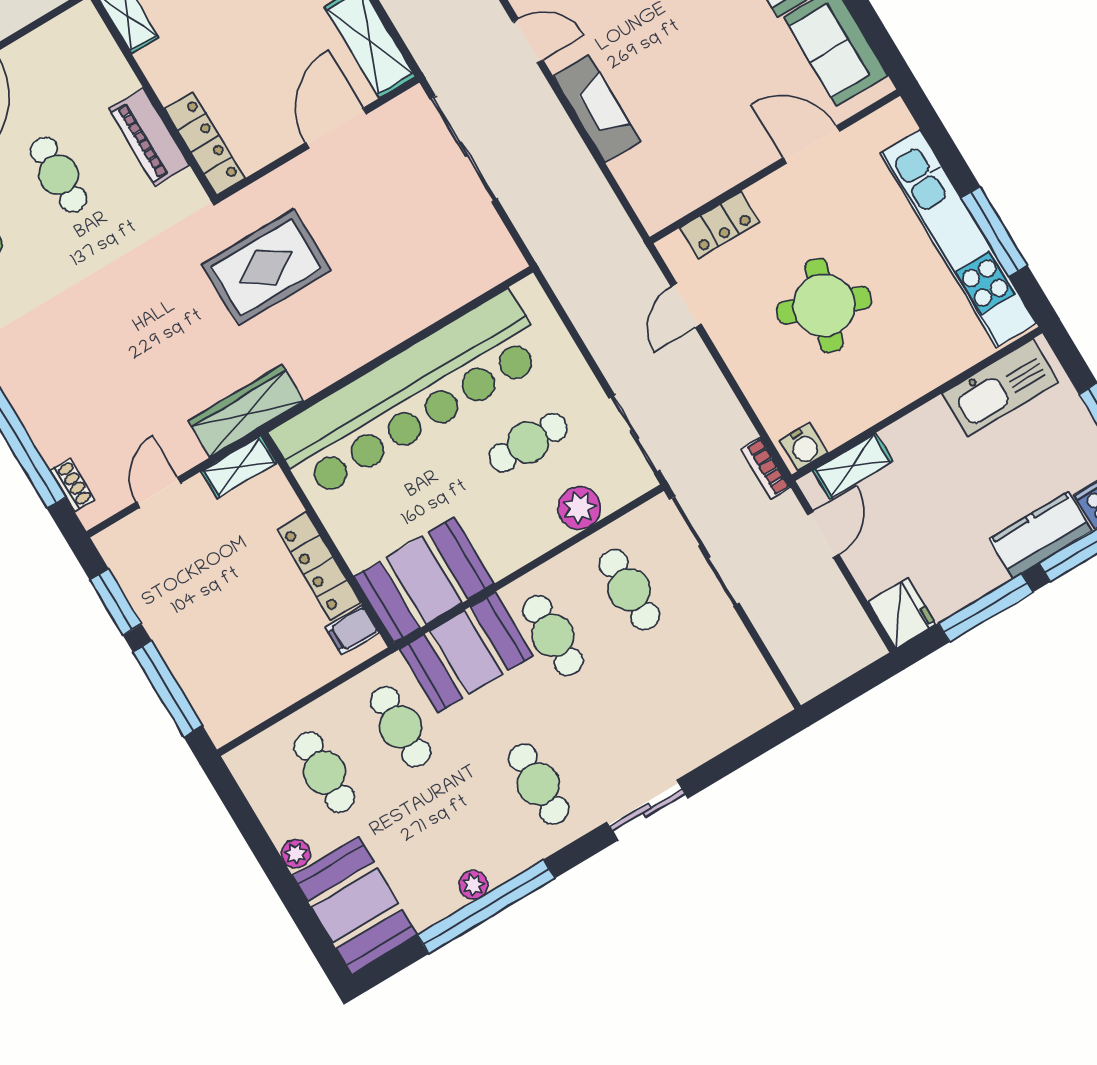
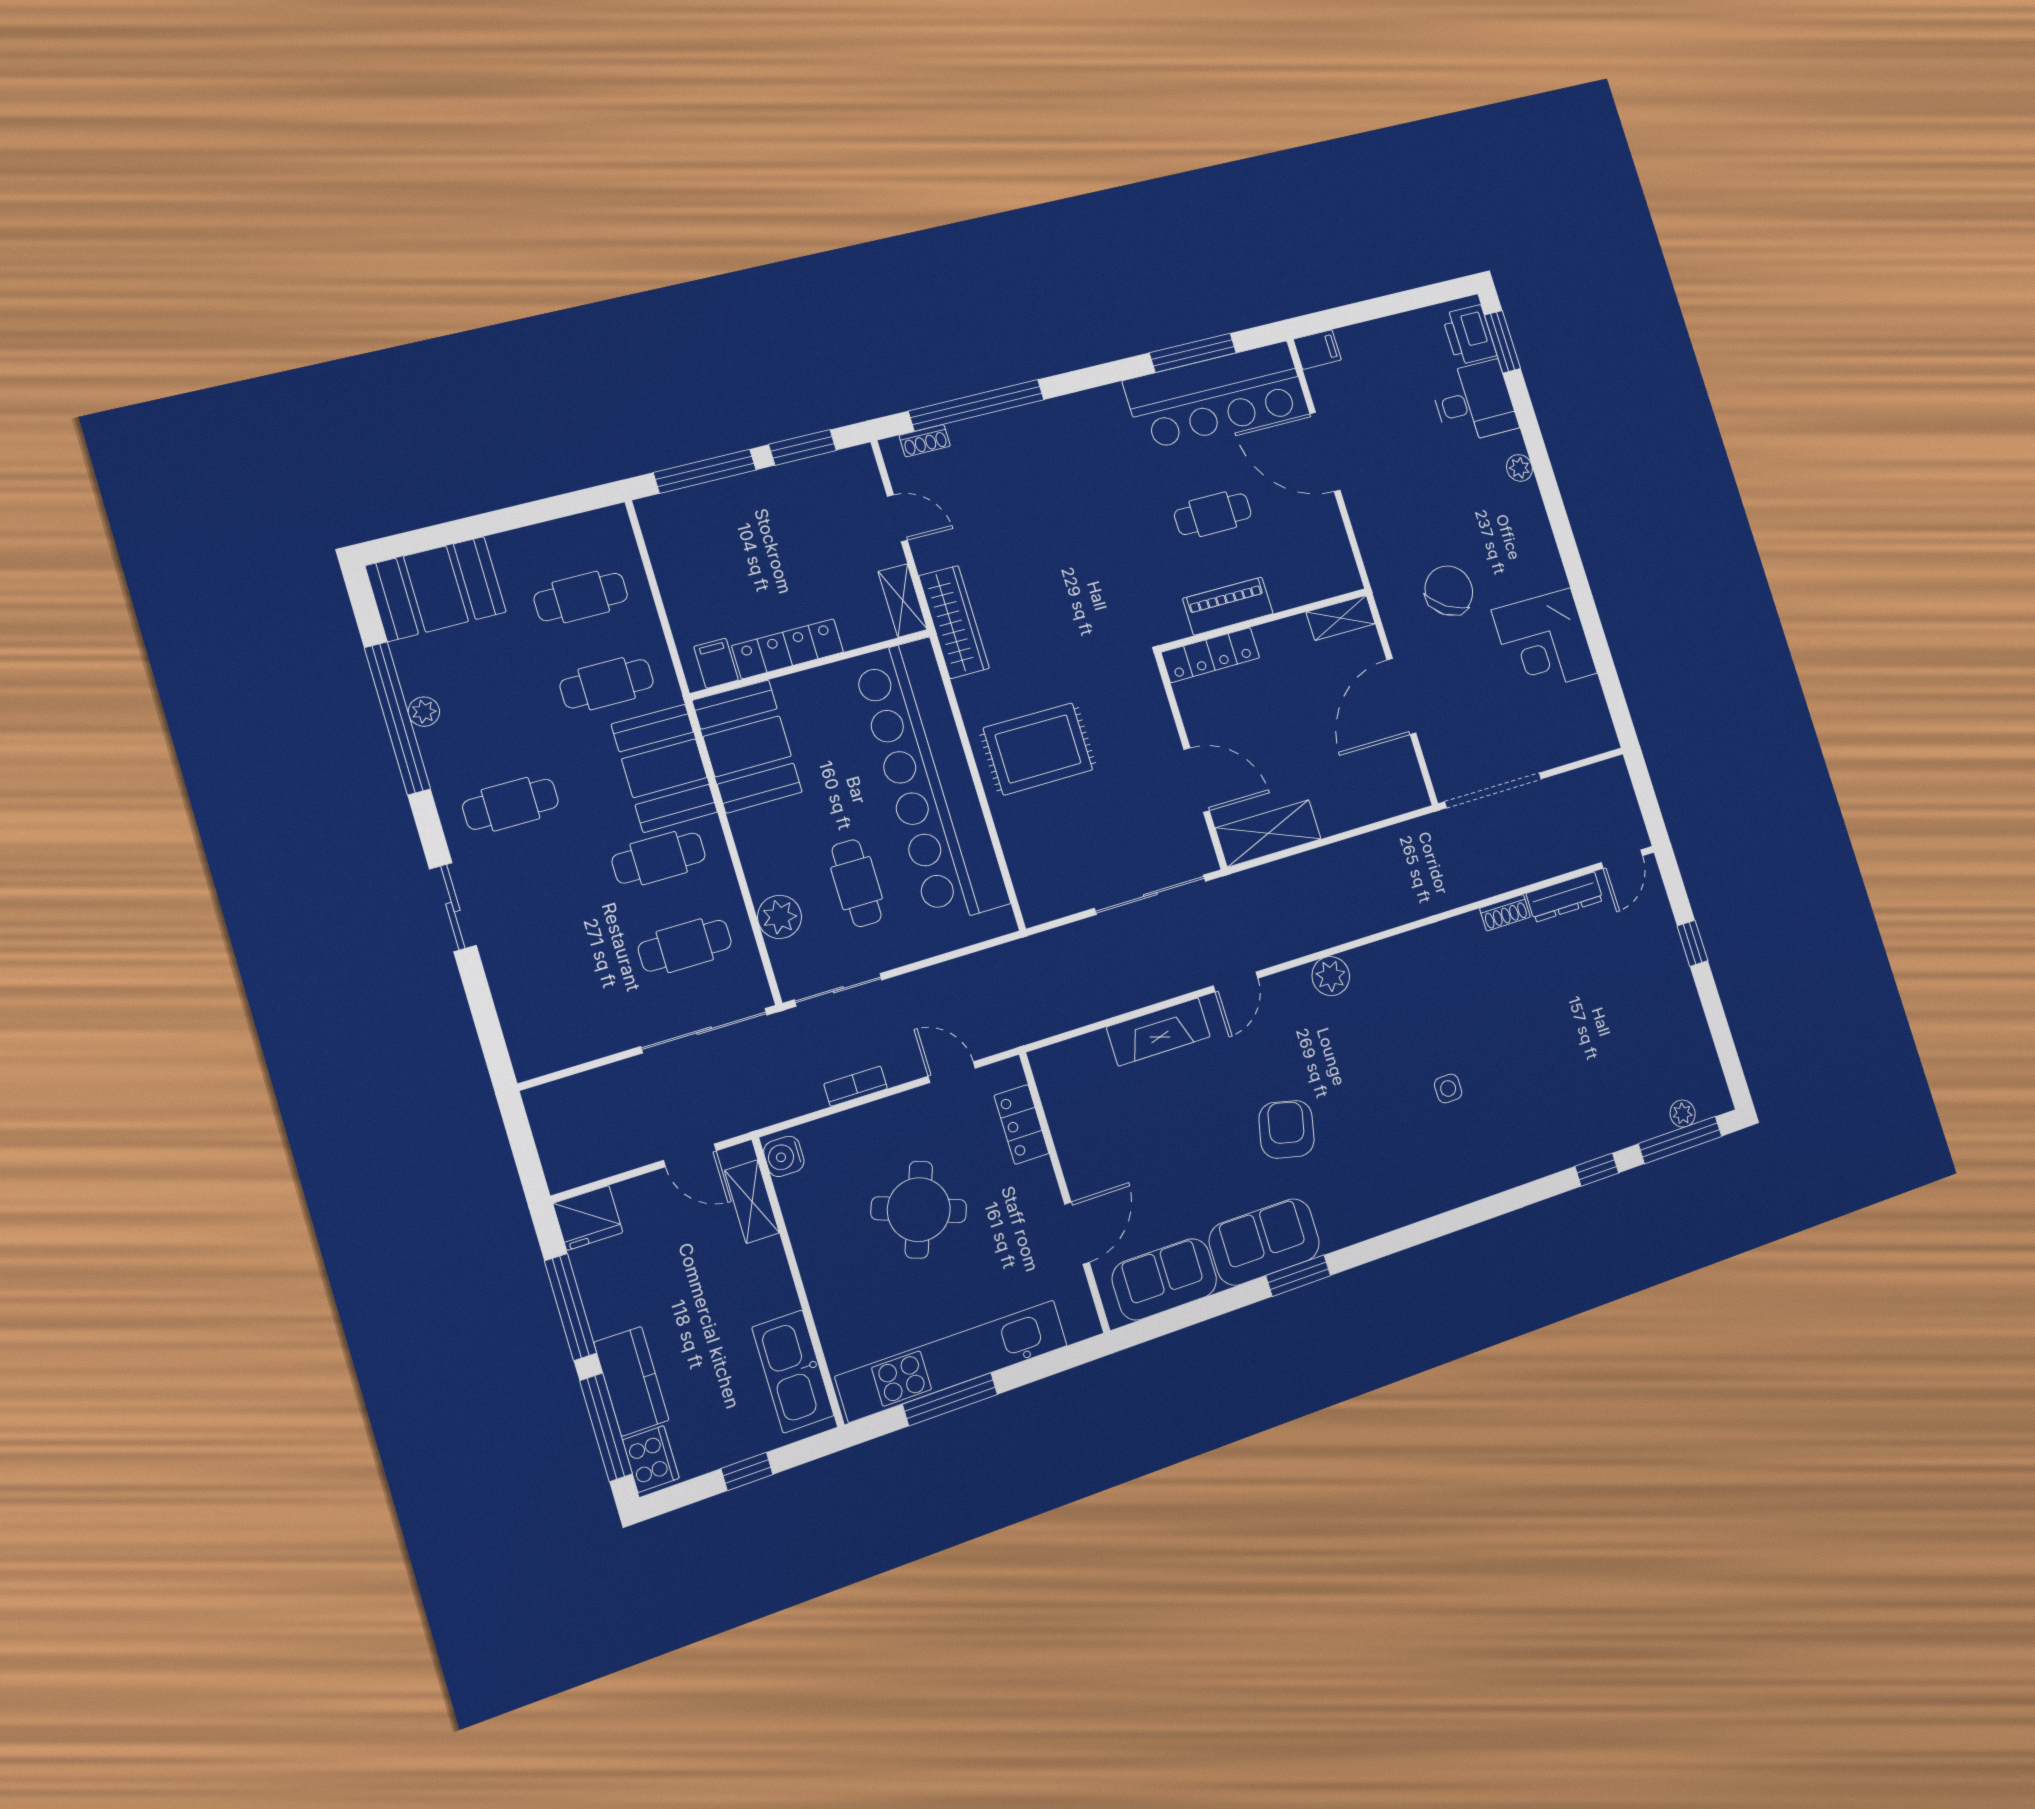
rug: (266, 267) -> (1038, 749), moved, turned 90
bookcase: (766, 468) -> (856, 1086), moved
plant: (296, 854) -> (506, 546), removed

